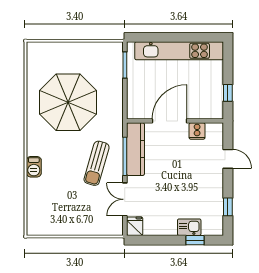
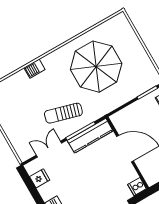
cooker: (197, 131) -> (137, 187), moved
fridge: (135, 226) -> (40, 178), moved

